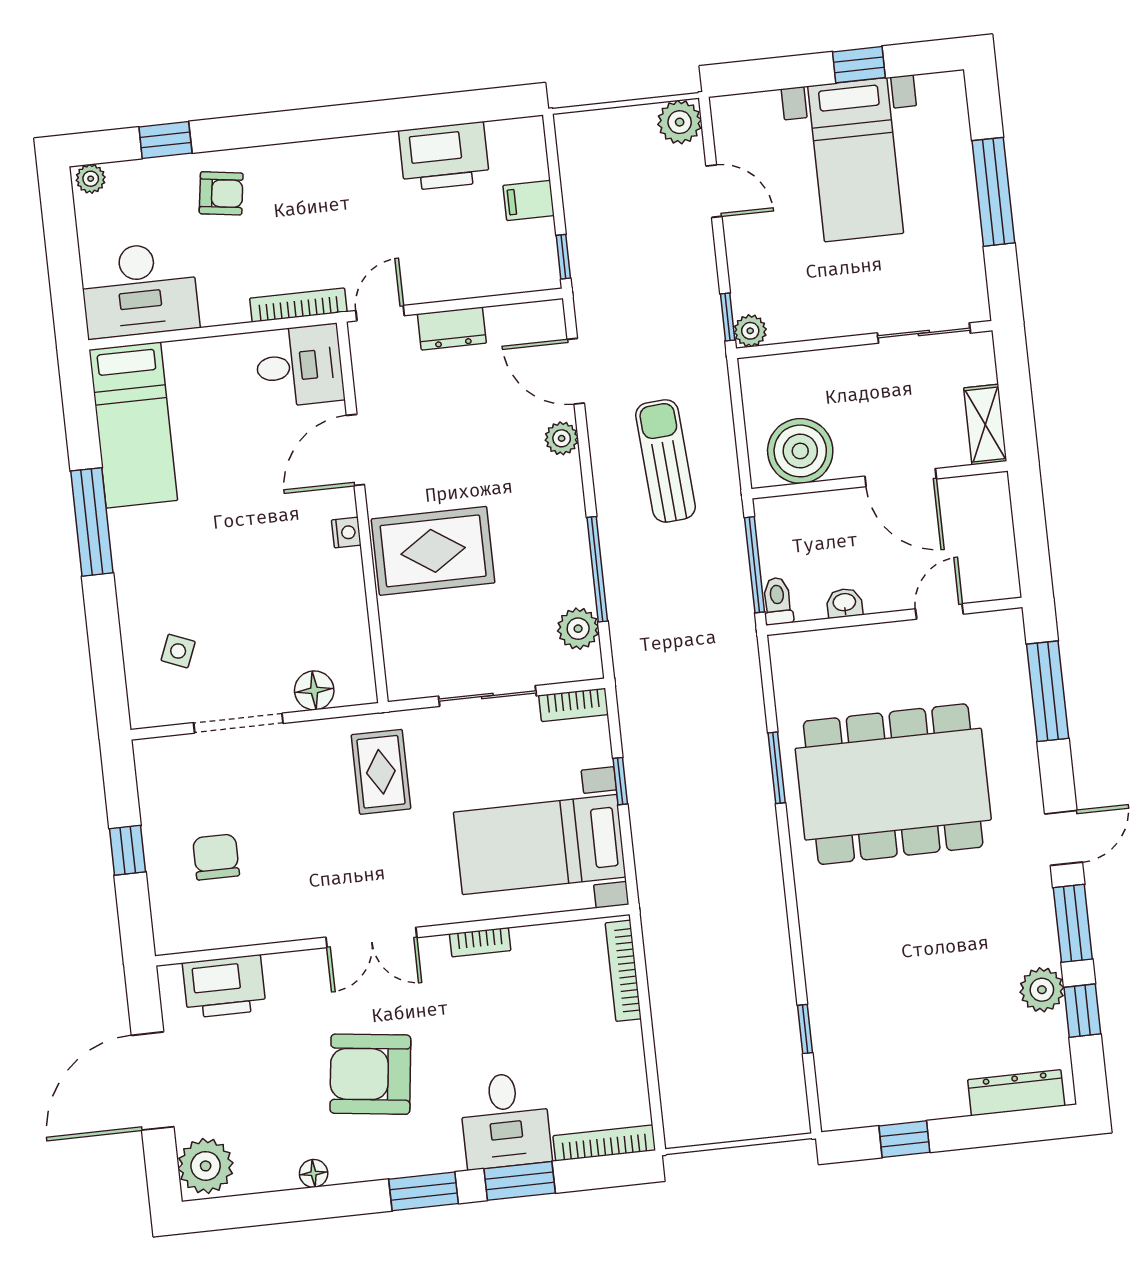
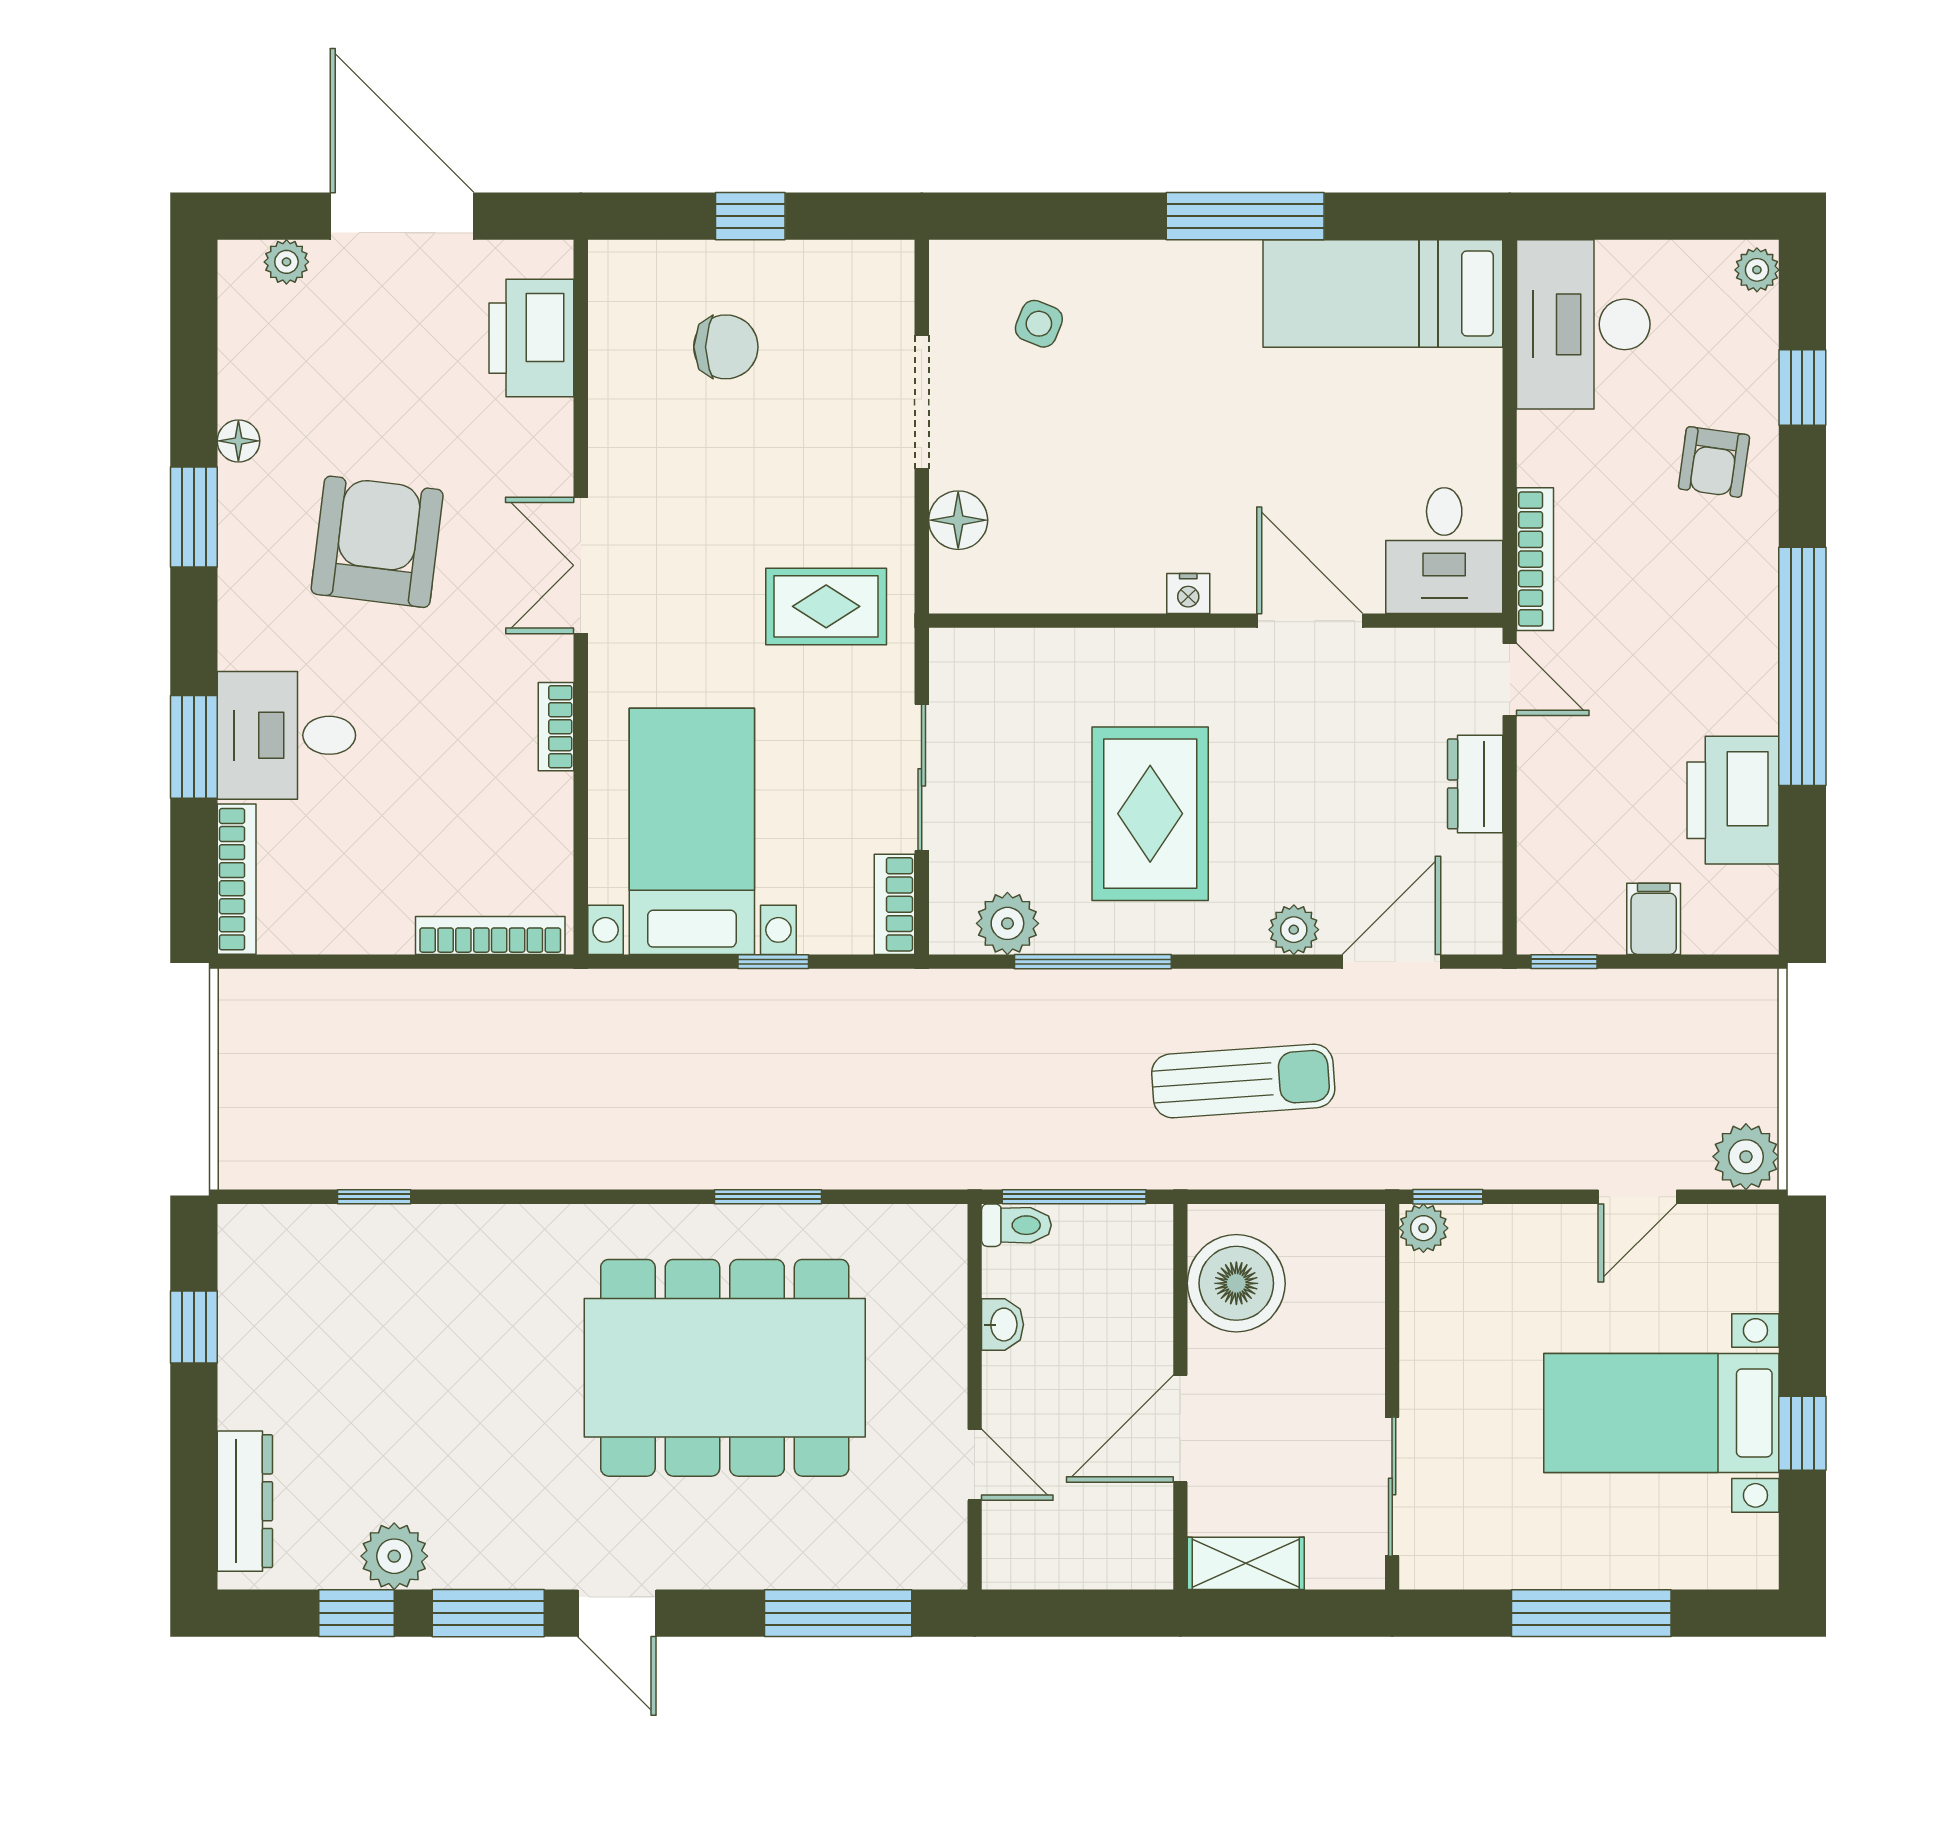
window: (350, 120) -> (1802, 666), added
rug: (433, 551) -> (1150, 814), moved
dining table: (893, 784) -> (725, 1368), turned 90
plant: (206, 1166) -> (286, 262), width x0.53, depth x0.53
window: (424, 1191) -> (194, 517), moved

